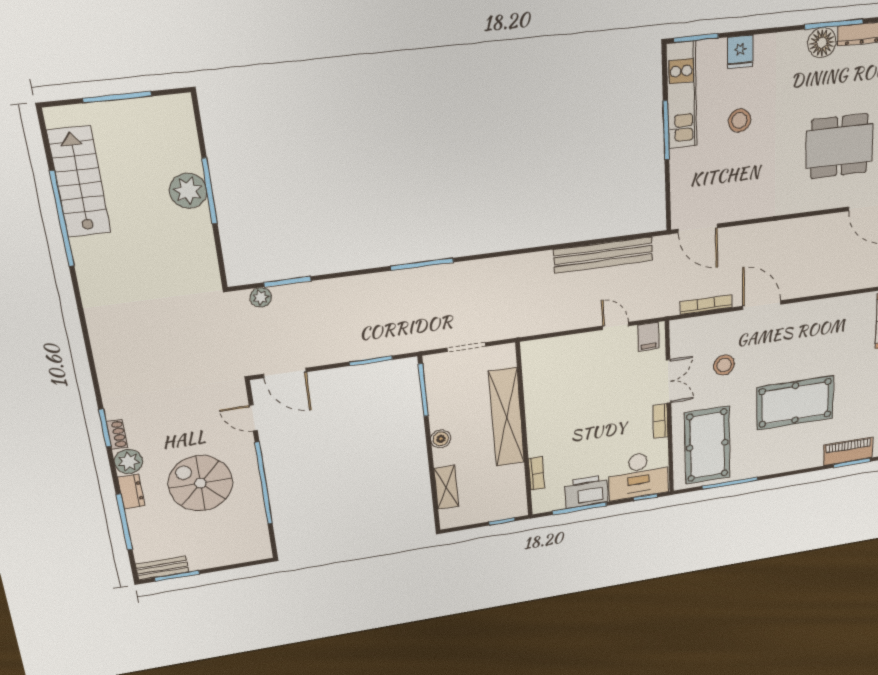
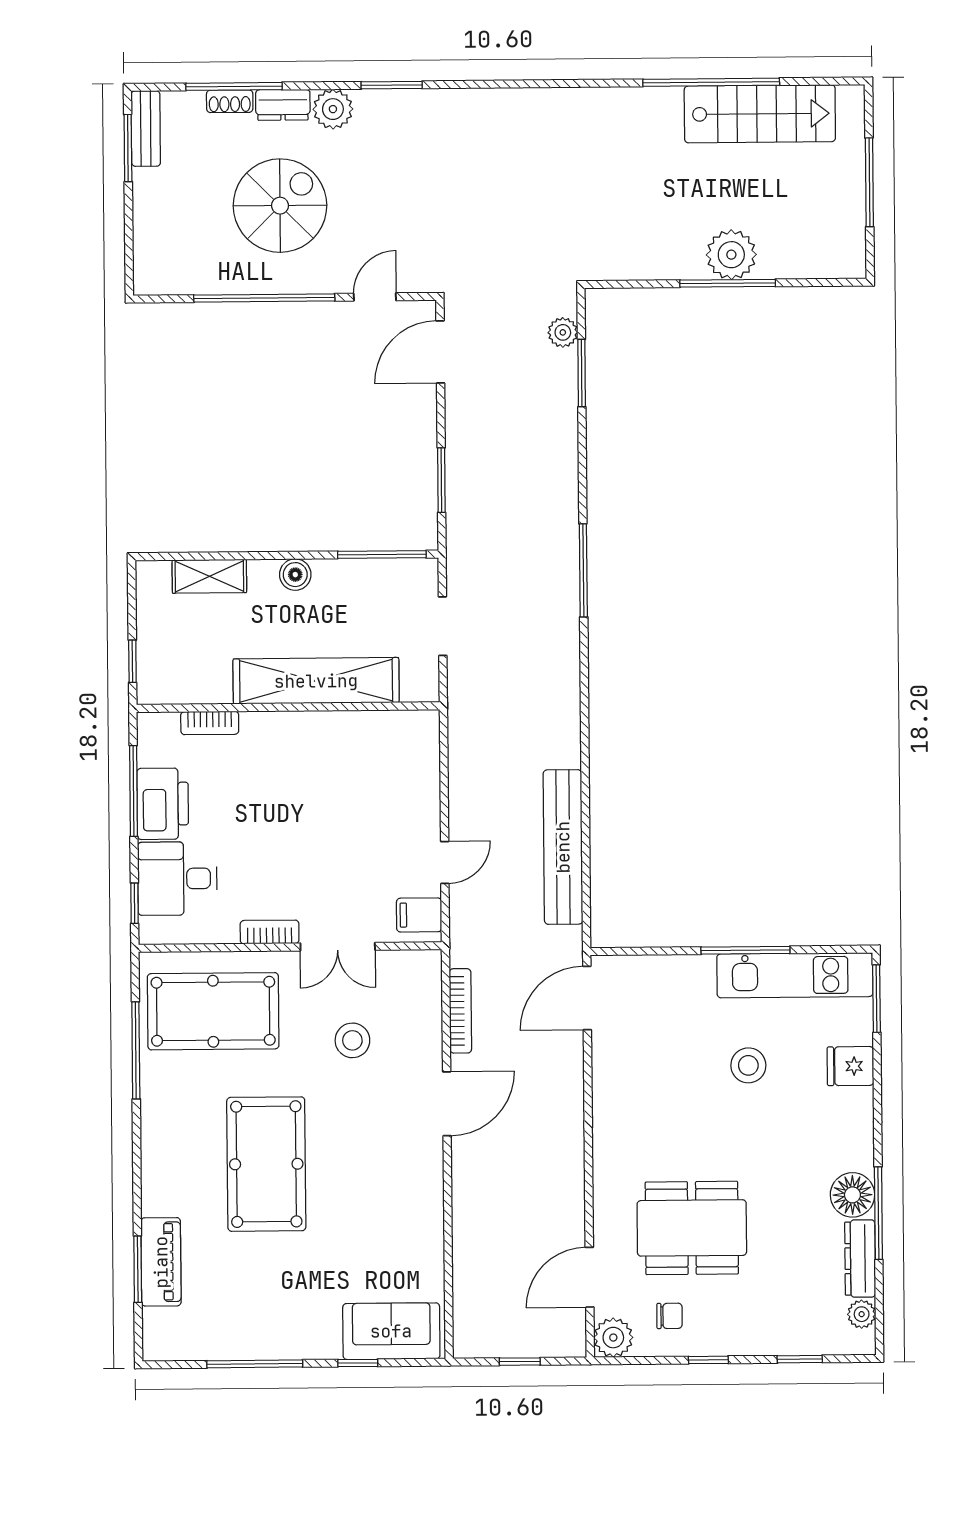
dining table: (839, 146) -> (692, 1228), turned 90
shoe rack: (117, 435) -> (230, 101), moved
desk: (638, 475) -> (177, 879), width x0.73

